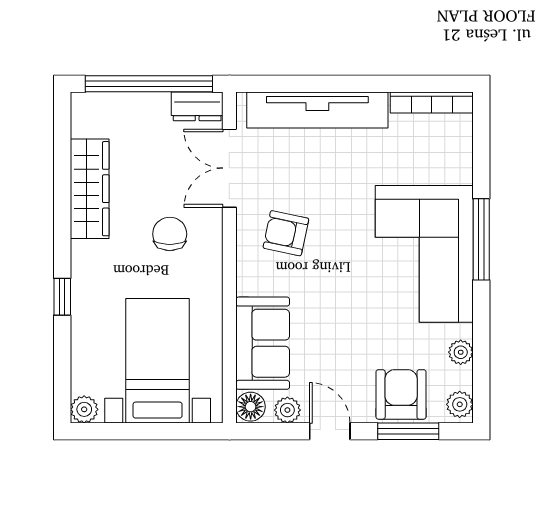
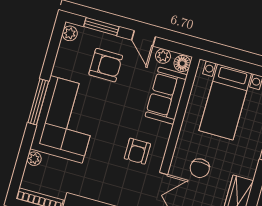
armchair: (286, 233) -> (137, 151), turned 78
window: (481, 239) -> (38, 102), moved
plant: (461, 352) -> (34, 159), moved
armchair: (401, 394) -> (106, 65), moved, turned -90

